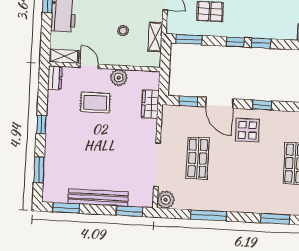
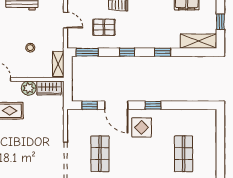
shelving: (155, 37) -> (58, 64), moved
window: (261, 43) -> (163, 52), moved
wardrobe: (150, 104) -> (49, 88), moved, turned -90

